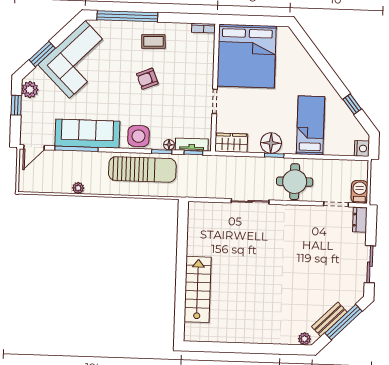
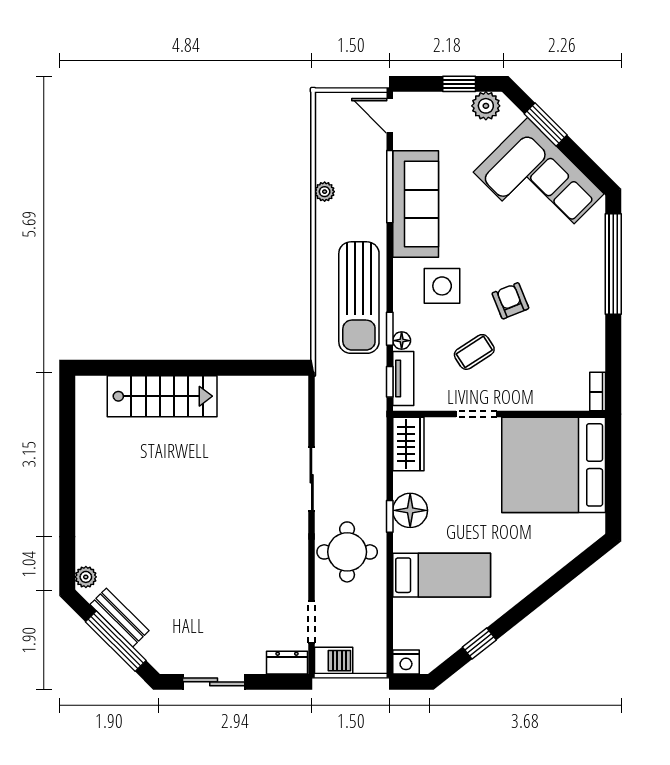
coffee table: (153, 41) -> (474, 352), moved, turned 59
side table: (138, 136) -> (442, 286), moved

